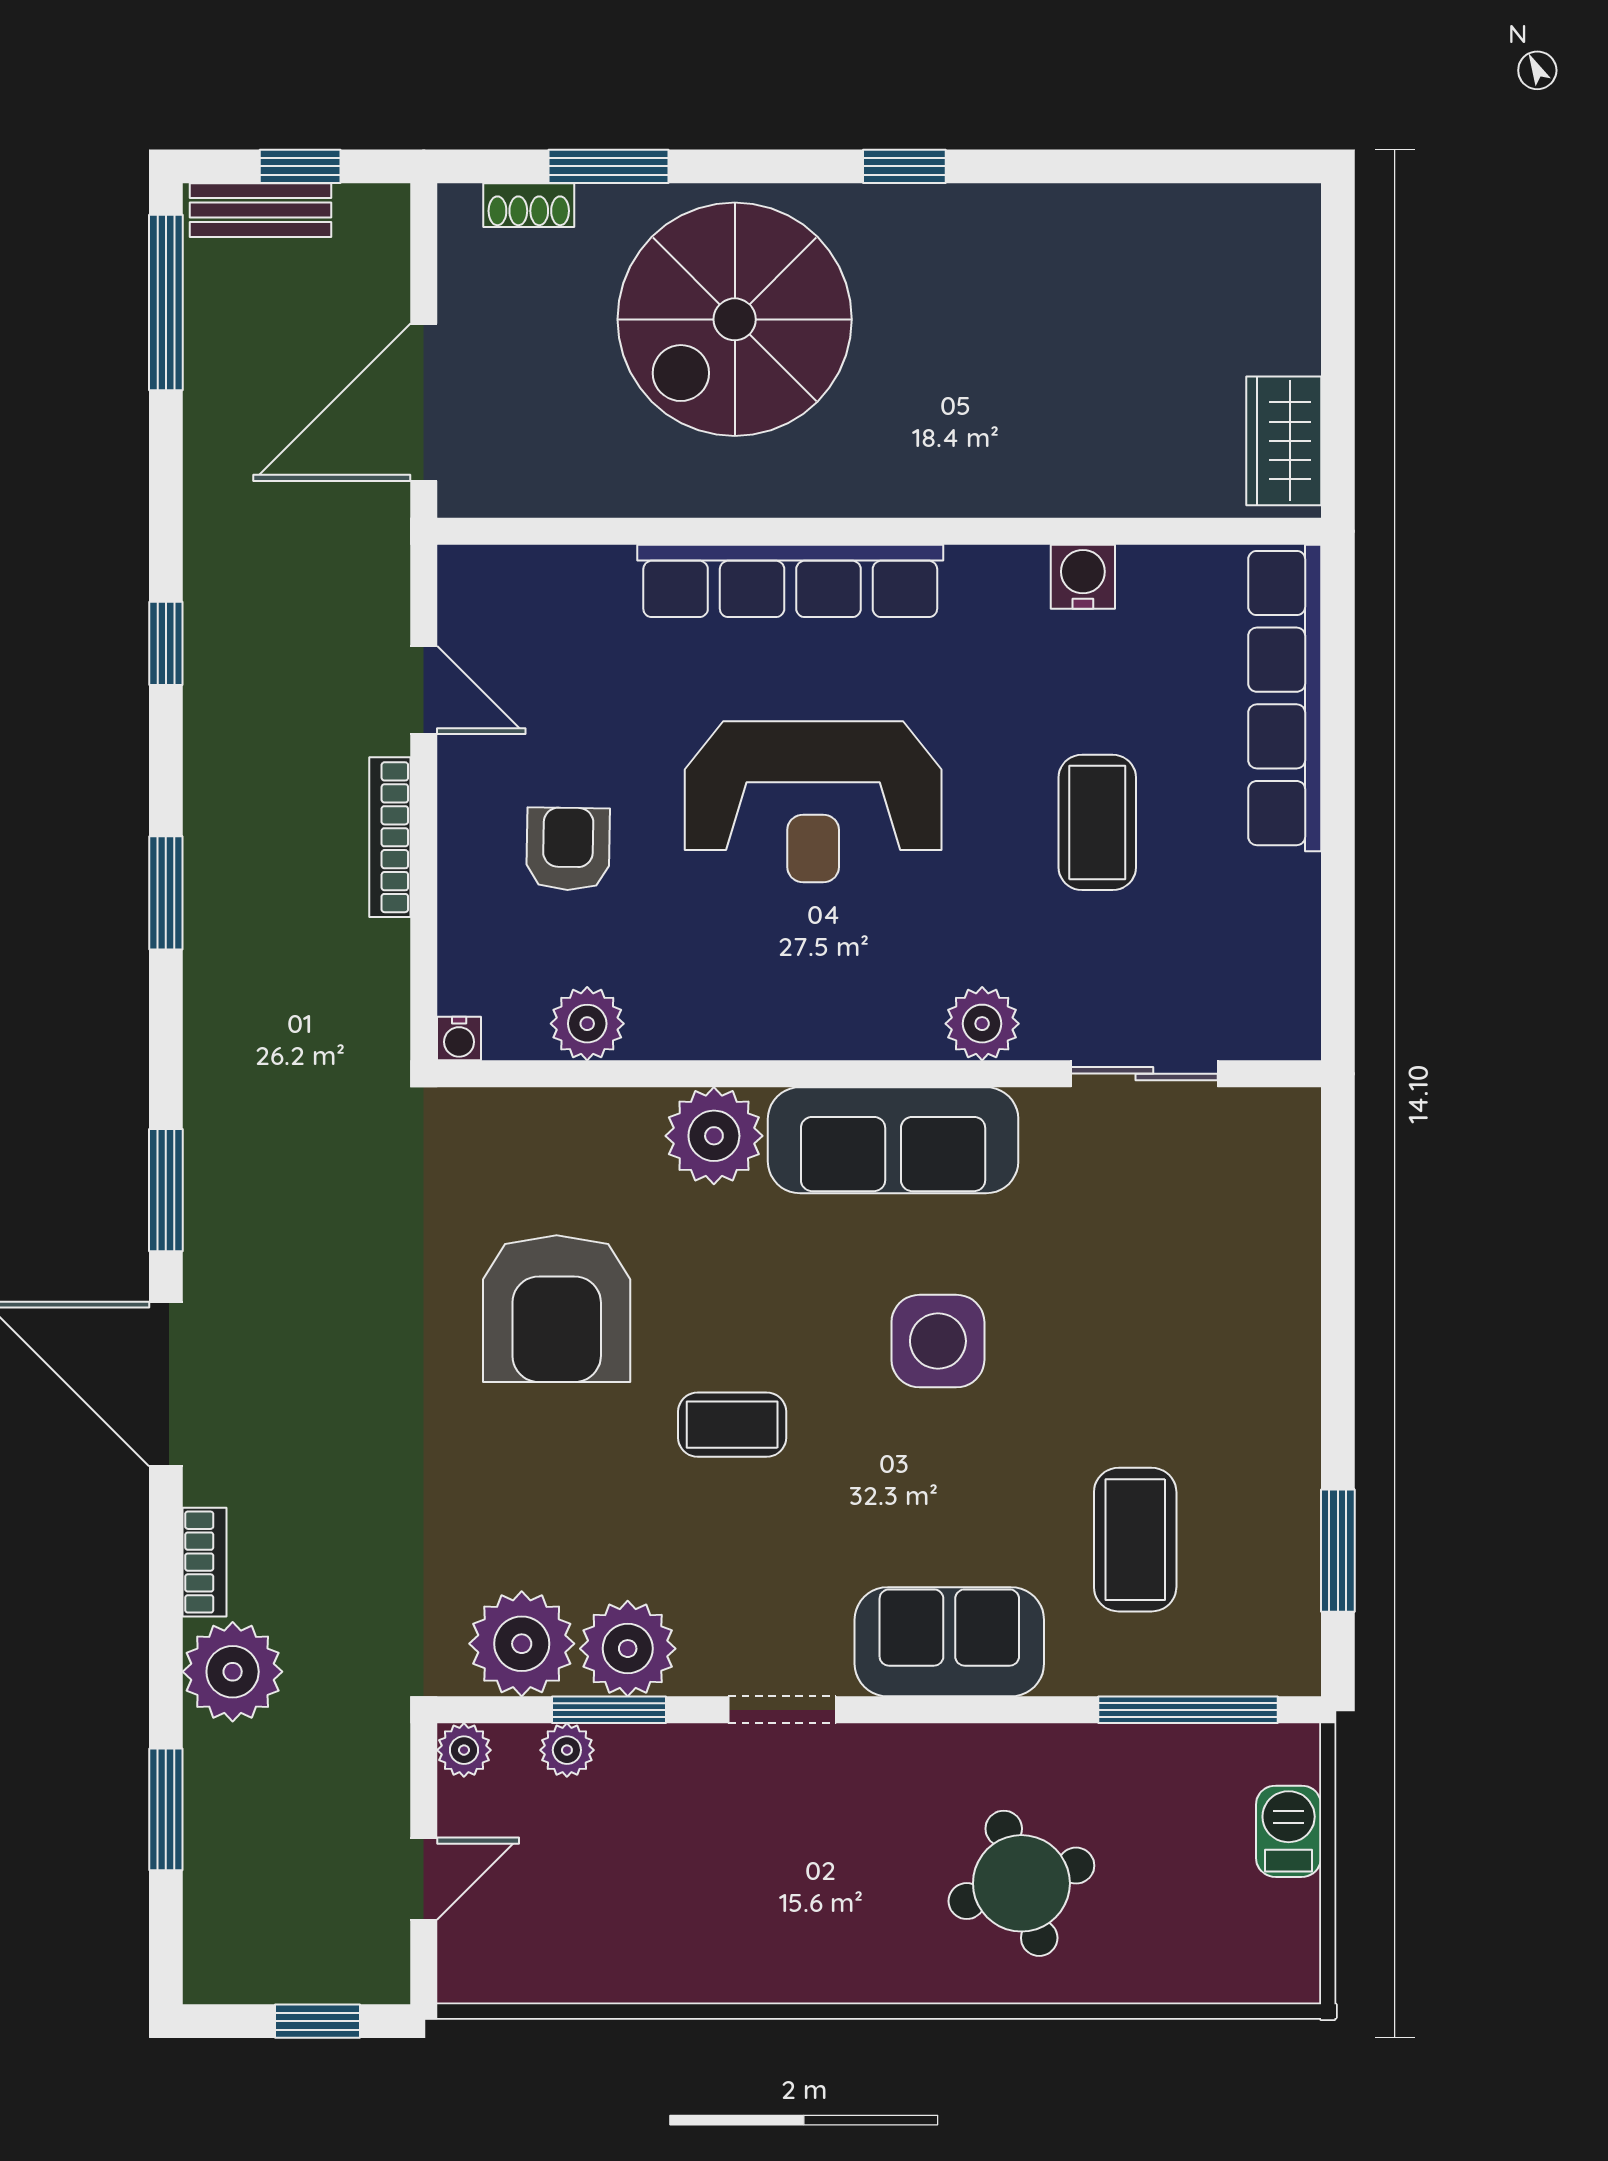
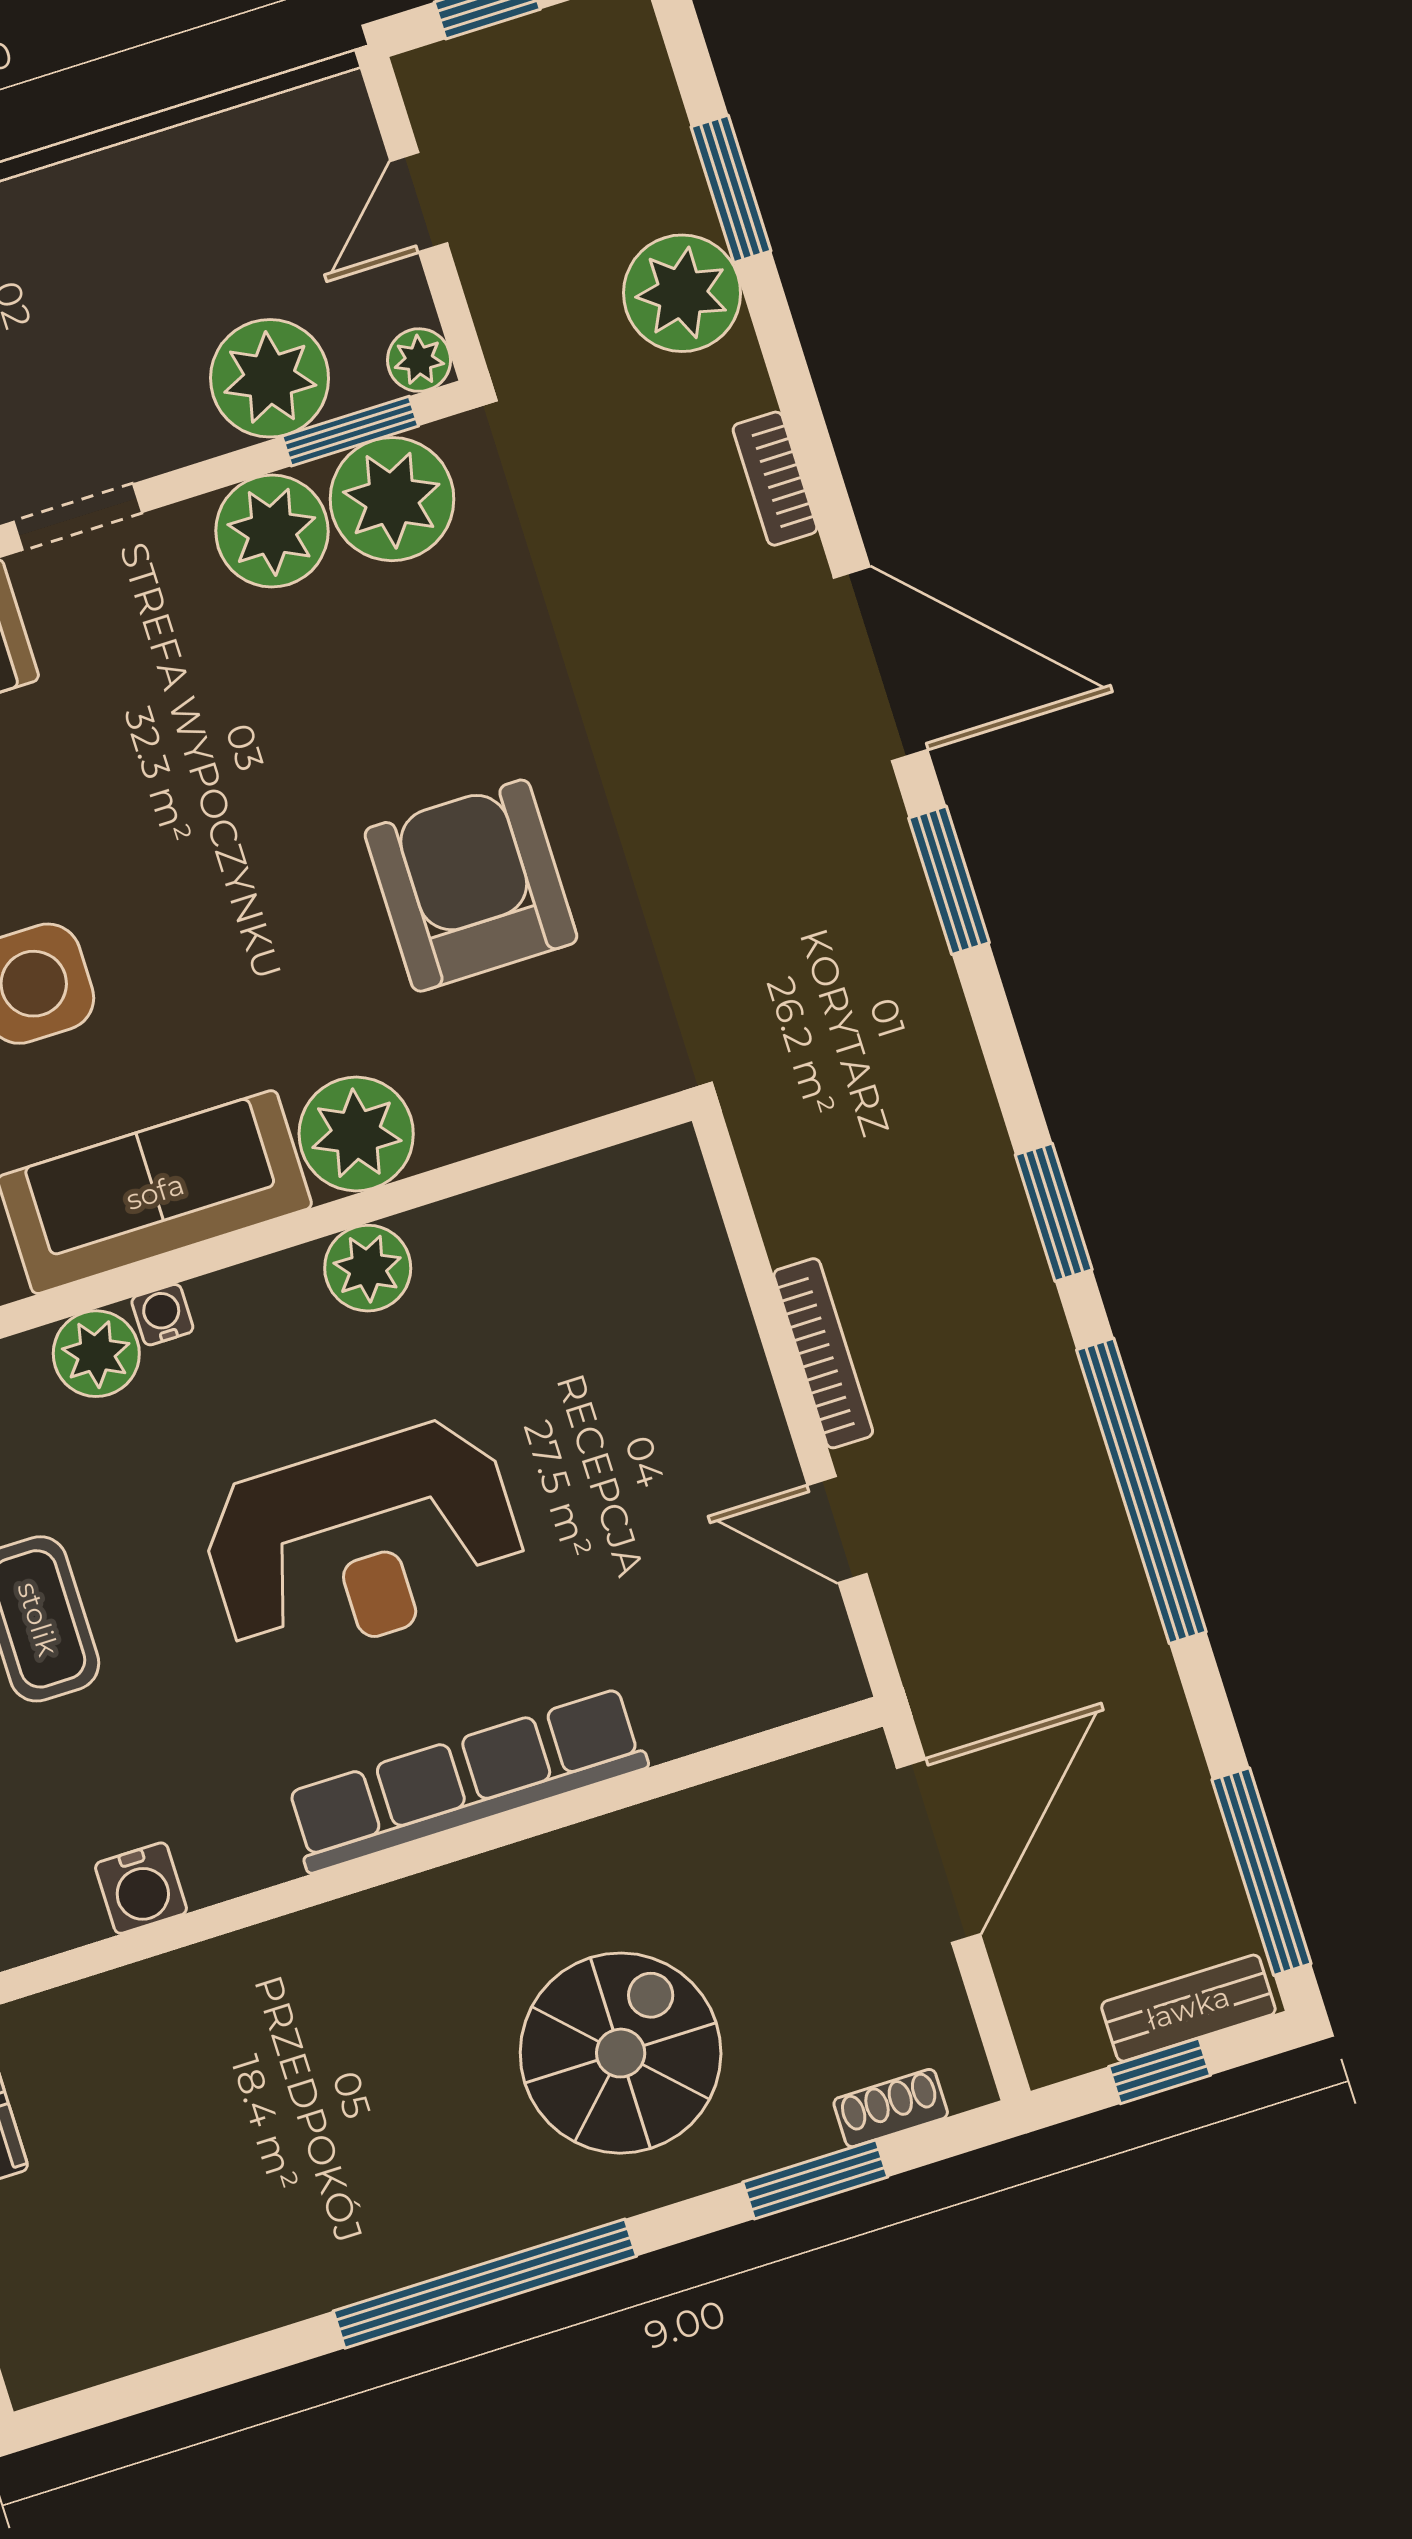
window: (904, 166) -> (485, 2284), width x3.17
spiral stairs: (735, 319) -> (621, 2053), width x0.73, depth x0.73
window: (166, 643) -> (1141, 1491), width x3.17
reception desk: (813, 802) -> (363, 1542), turned 180
armchair: (568, 849) -> (620, 1403), removed
plant: (587, 1024) -> (368, 1268), moved
water cooler: (459, 1038) -> (162, 1315), moved
coffee table: (732, 1425) -> (234, 818), removed
plant: (233, 1672) -> (682, 293), moved
window: (609, 1710) -> (350, 431), moved
plant: (567, 1750) -> (270, 378), width x1.88, depth x1.88

